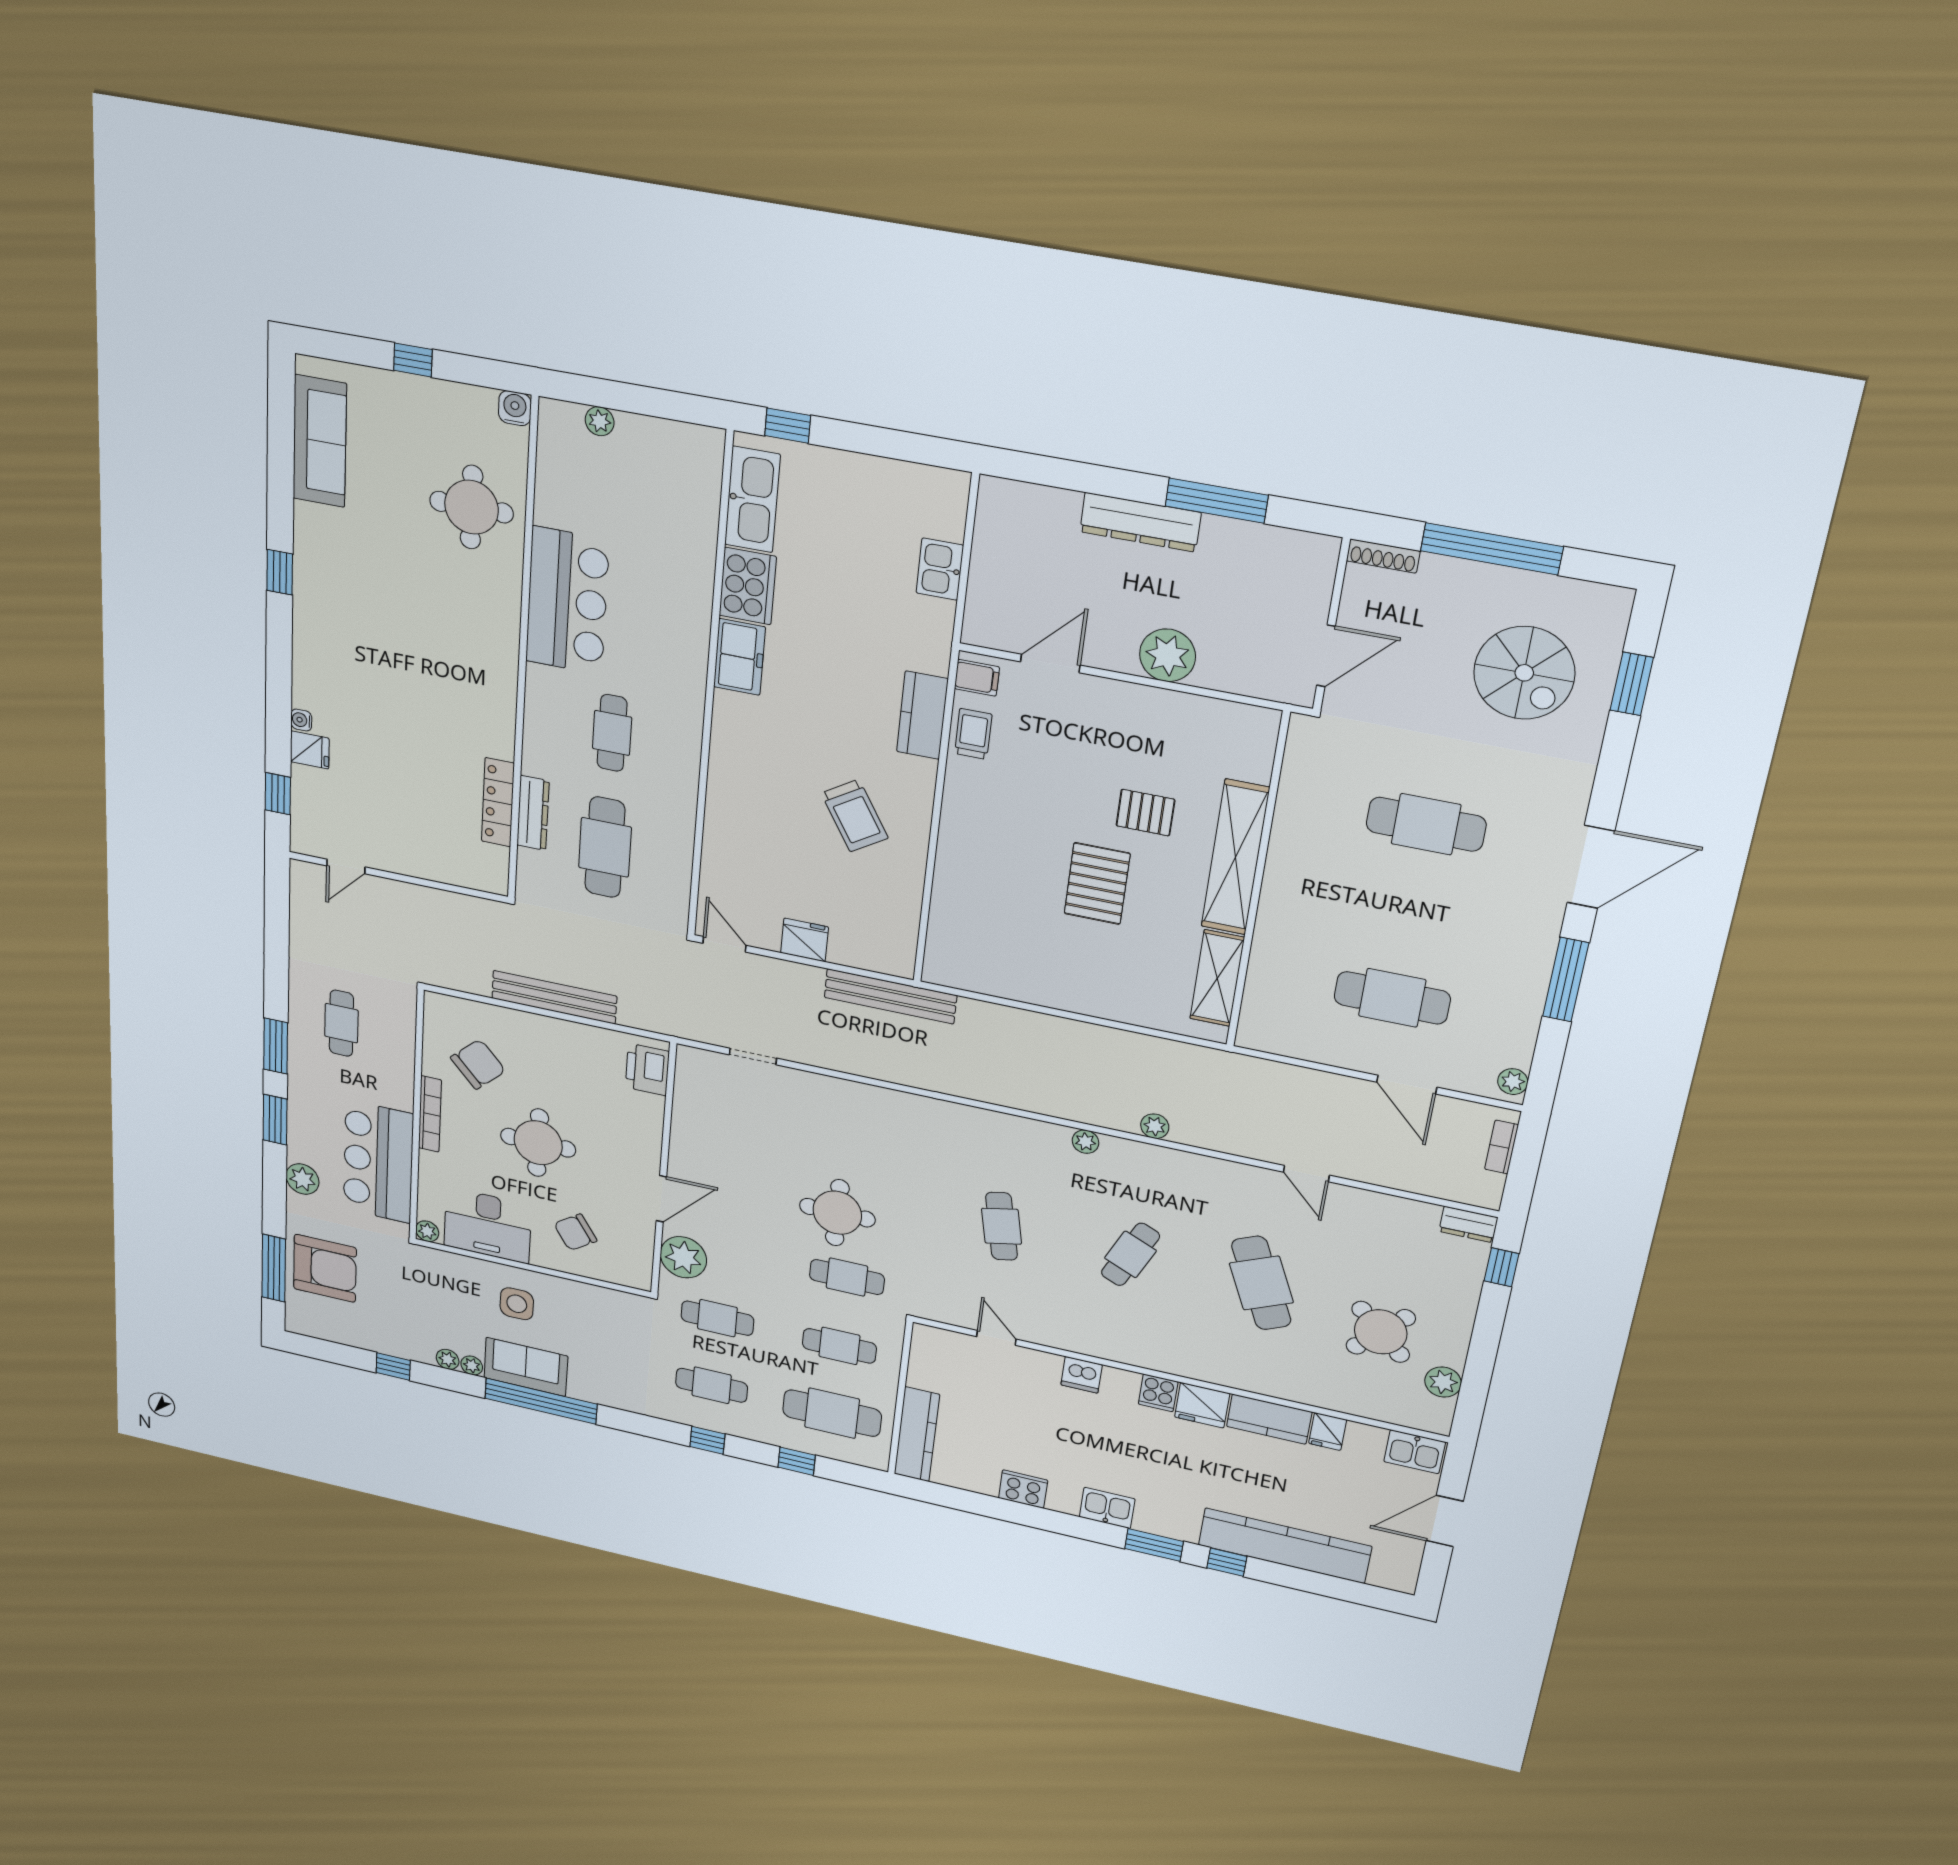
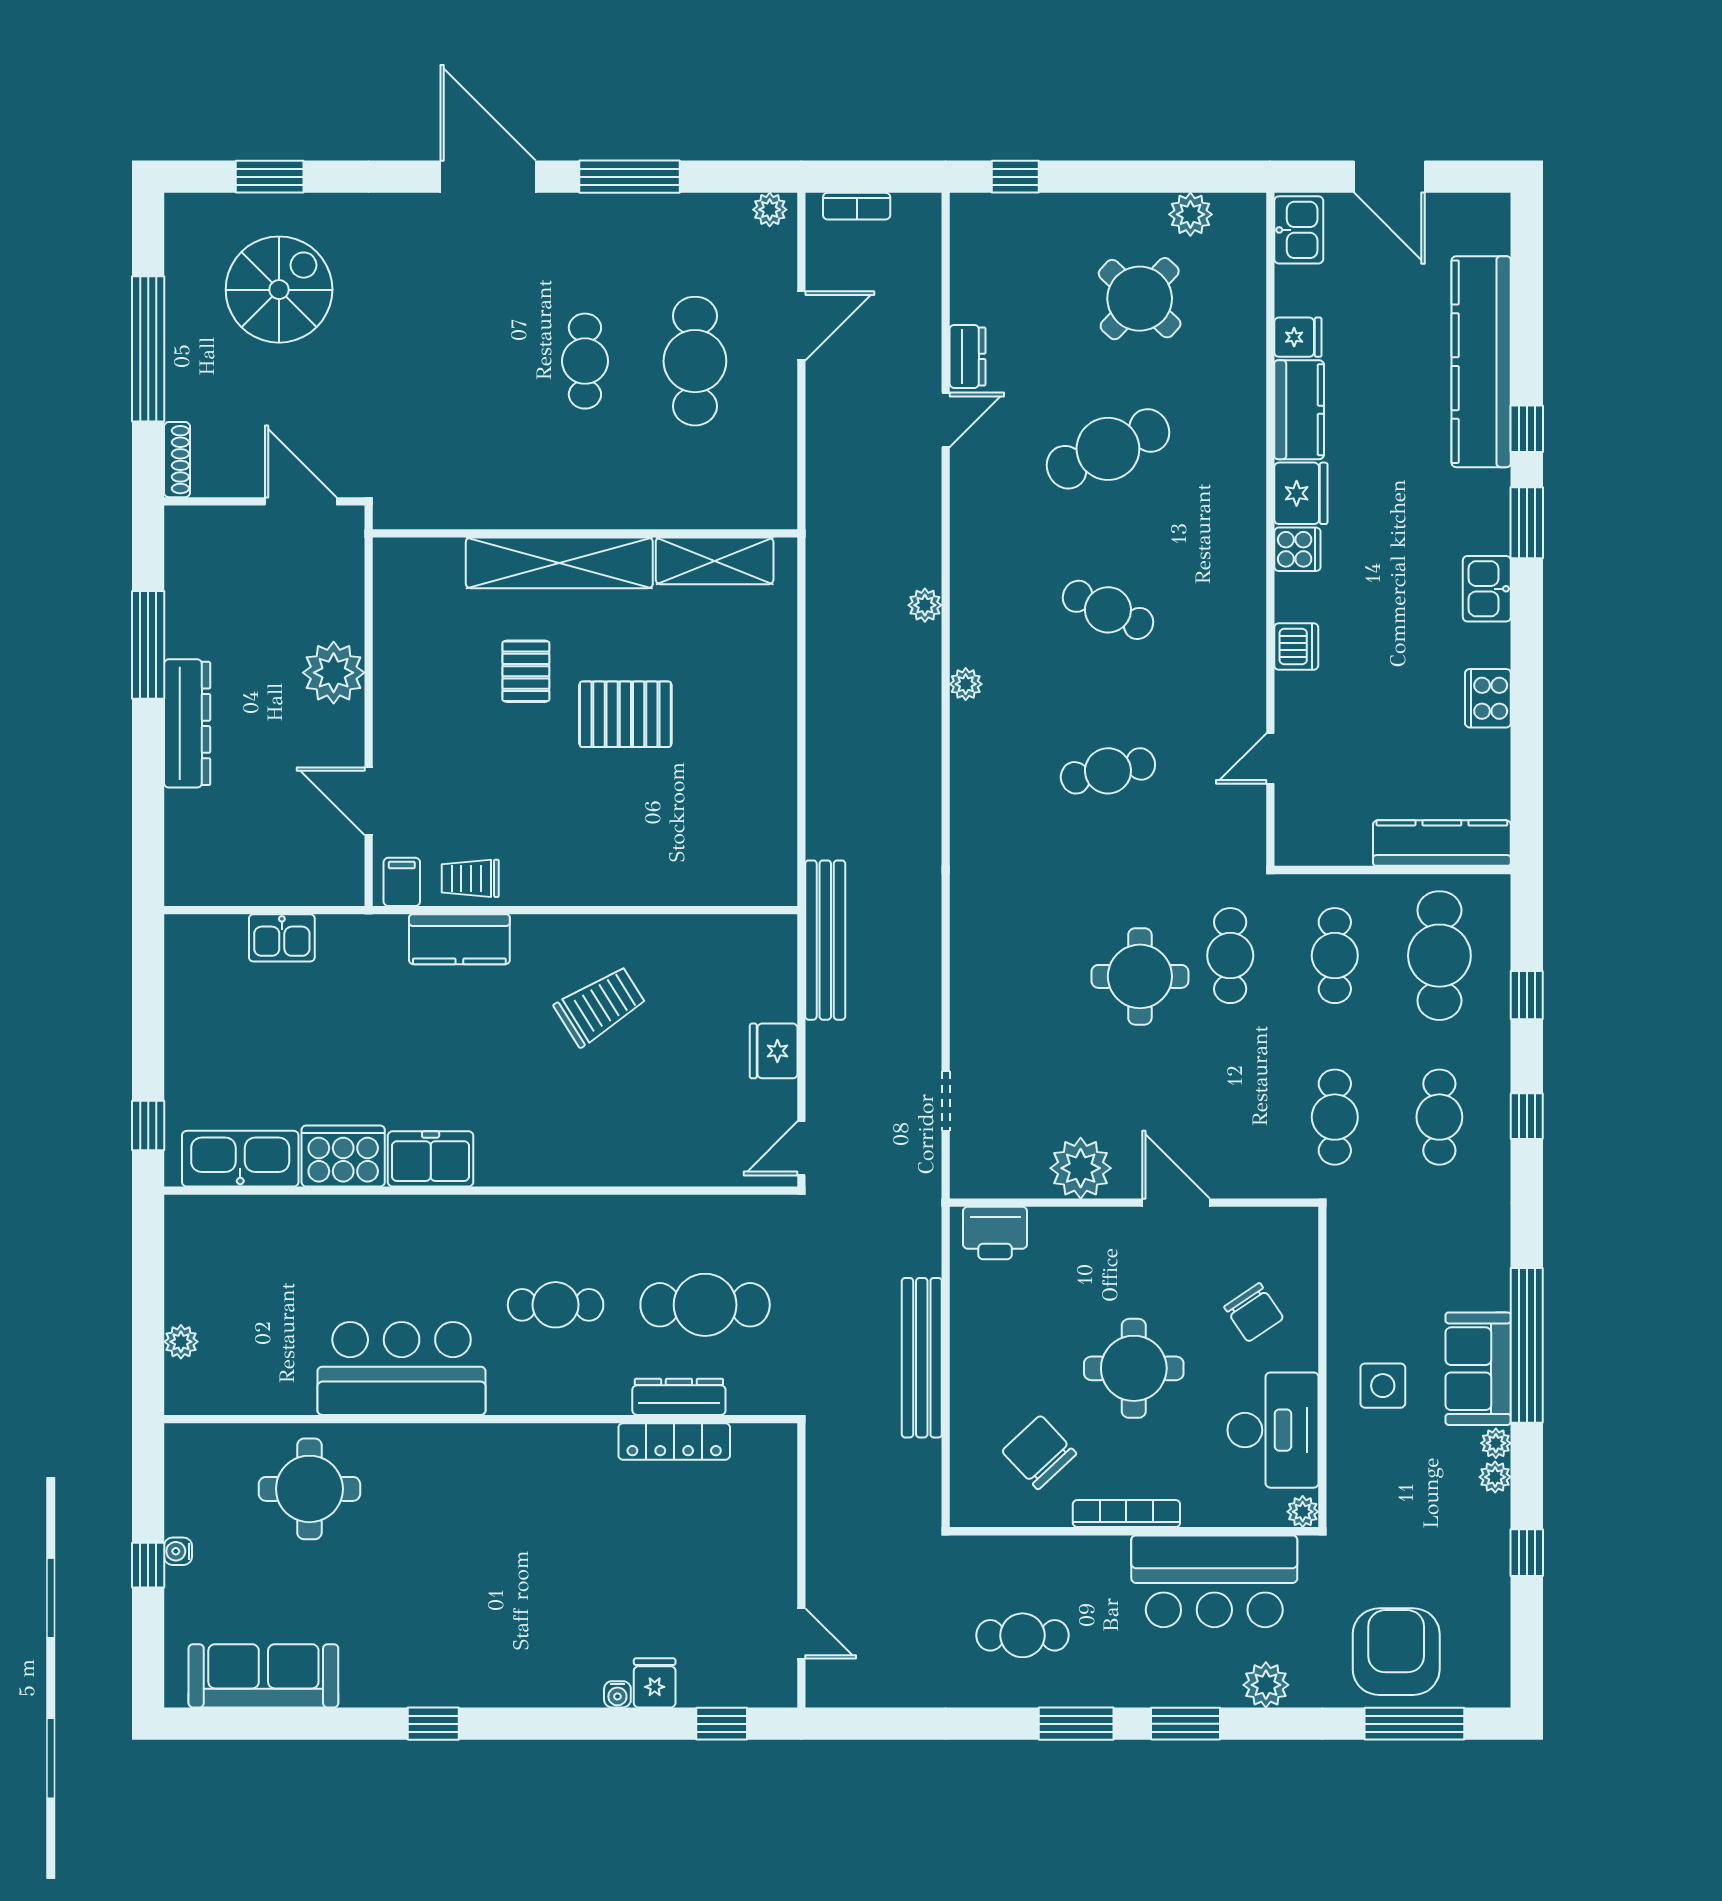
water cooler: (515, 408) -> (178, 1551), moved, width x0.72, depth x0.72
cafe table: (1426, 824) -> (585, 361), moved, width x0.73, depth x0.74
dresser: (1468, 1224) -> (967, 356), moved
plant: (683, 1257) -> (1081, 1168), moved

